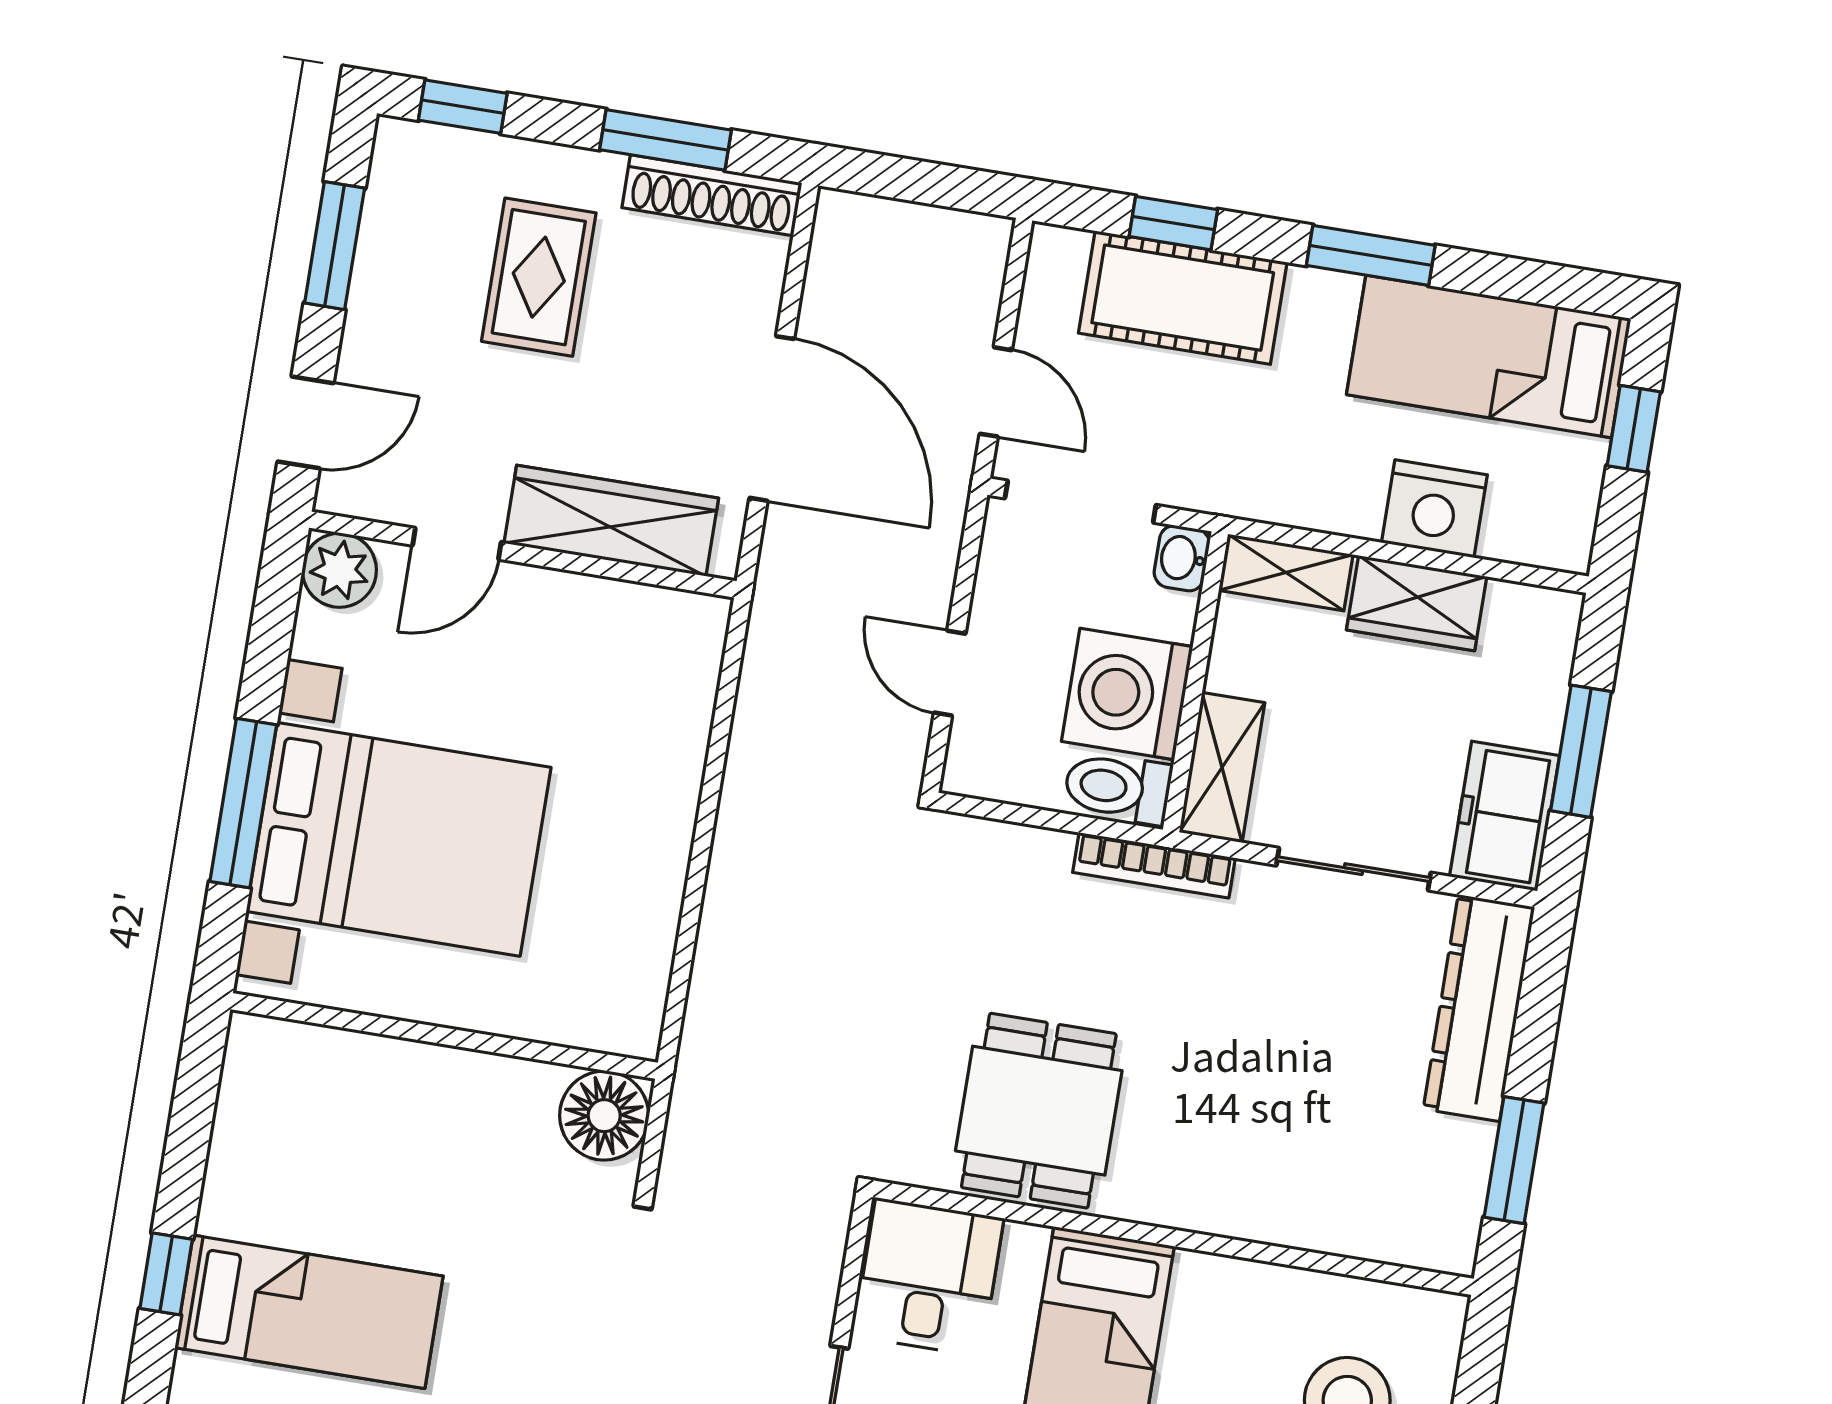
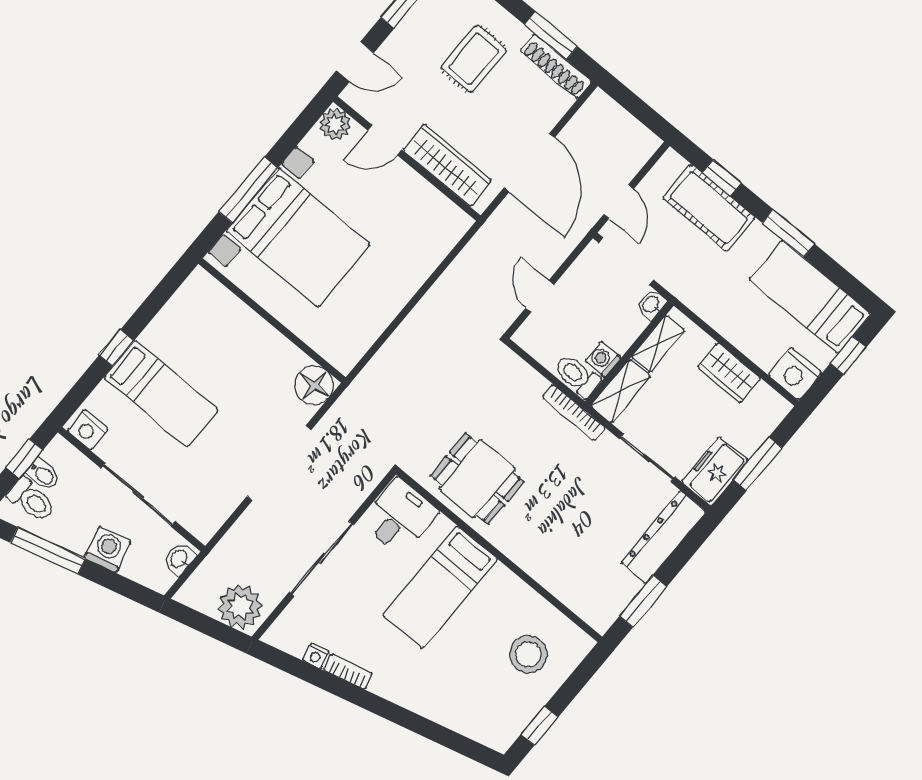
nightstand: (1434, 509) -> (795, 374), moved
shelving: (1286, 573) -> (658, 344), moved, turned 90
washing machine: (1127, 694) -> (603, 359), width x0.53, depth x0.53
dining table: (1039, 1111) -> (477, 479), turned 90

